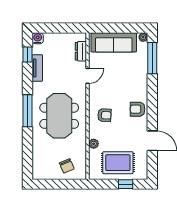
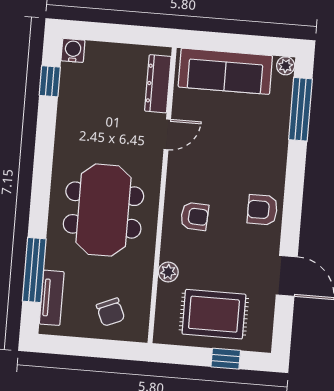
dresser: (81, 51) -> (158, 84), width x1.44
tv unit: (37, 68) -> (52, 298), moved
window: (27, 111) -> (34, 270), moved

